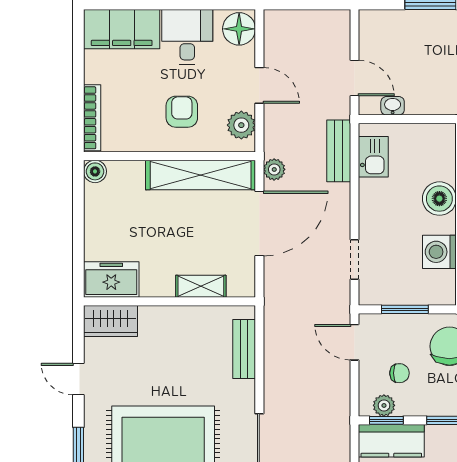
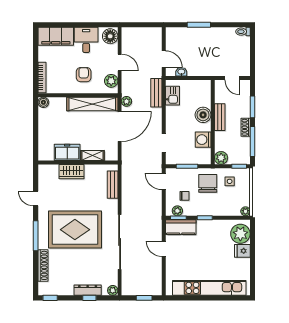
freezer: (111, 280) -> (67, 152), moved
wardrobe: (110, 321) -> (72, 172), moved

